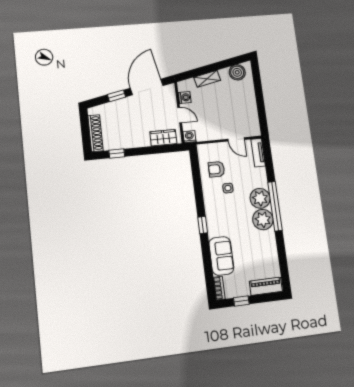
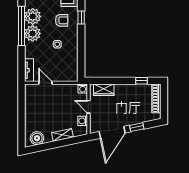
armchair: (216, 169) -> (62, 20), moved

